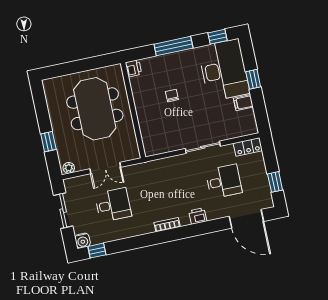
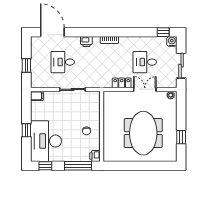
printer: (133, 68) -> (95, 156), moved
filing cabinet: (243, 103) -> (37, 96), moved
wall: (133, 110) -> (102, 126), moved
window: (48, 142) -> (181, 137), moved
locker: (248, 147) -> (122, 83), moved
window: (275, 182) -> (26, 65), moved

